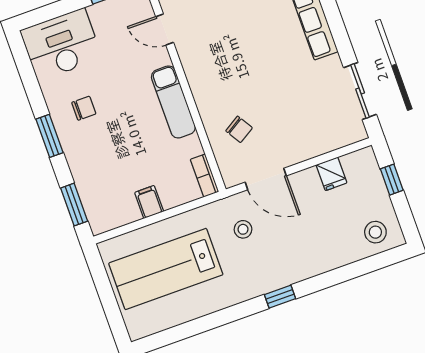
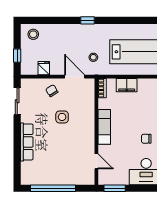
side table: (262, 92) -> (62, 117), added
chair: (239, 129) -> (52, 91), moved
filing cabinet: (149, 202) -> (127, 85), width x2.00

